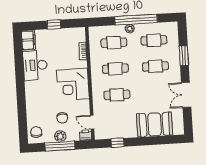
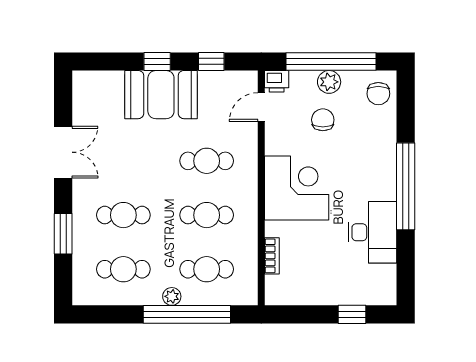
window: (136, 20) -> (187, 314), moved
window: (54, 24) -> (352, 314), moved
filing cabinet: (28, 40) -> (383, 285), removed
window: (20, 88) -> (406, 186), added
door: (92, 122) -> (261, 107), swing flipped
booth: (155, 124) -> (161, 95), moved
window: (144, 141) -> (157, 61), added
window: (60, 146) -> (331, 61), width x1.46

